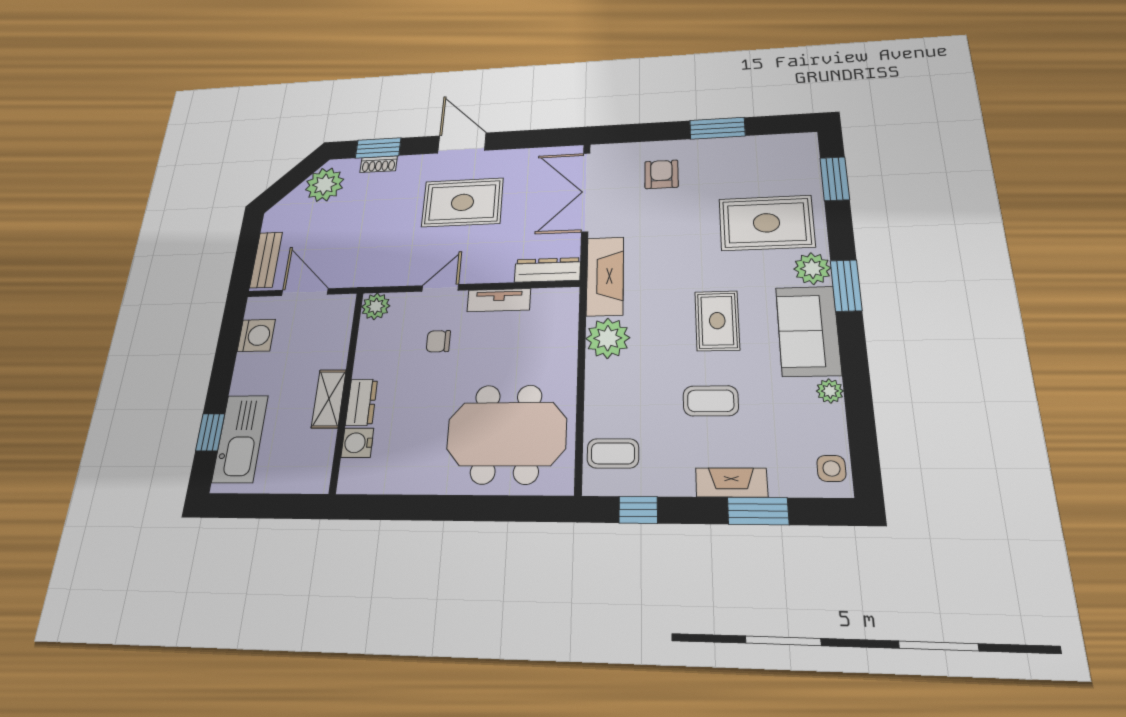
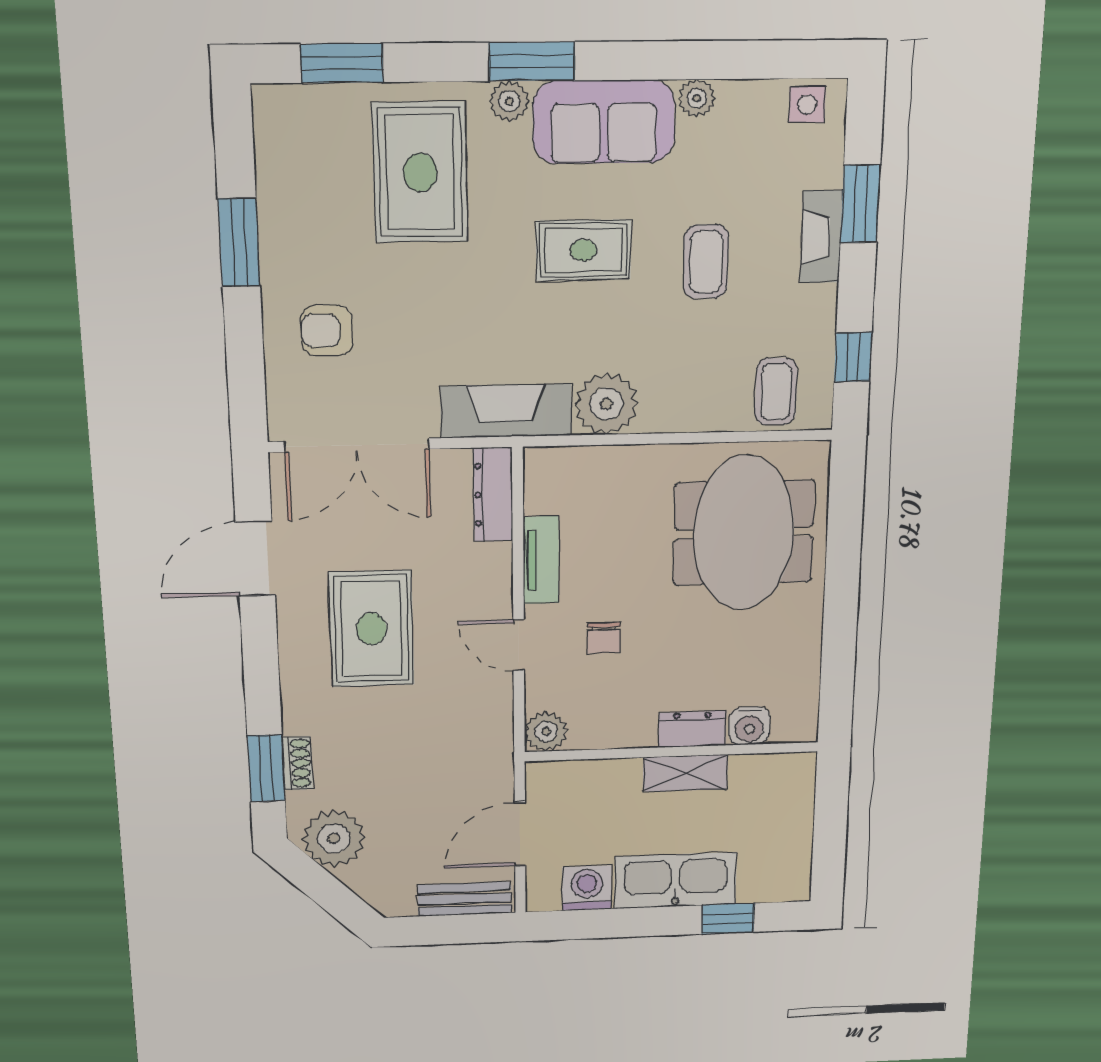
door: (462, 143) -> (255, 559), moved
plant: (812, 269) -> (509, 101), width x0.73, depth x0.73
kitchen sink: (240, 439) -> (675, 880), moved

